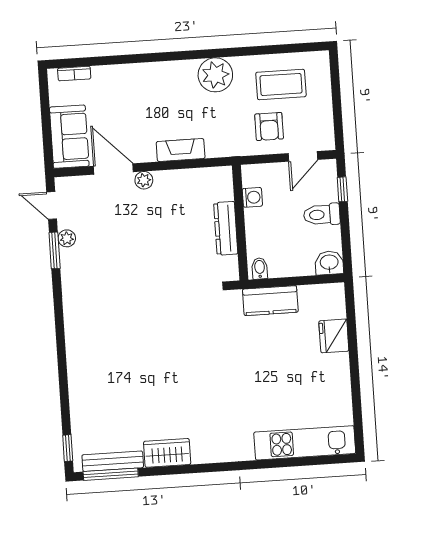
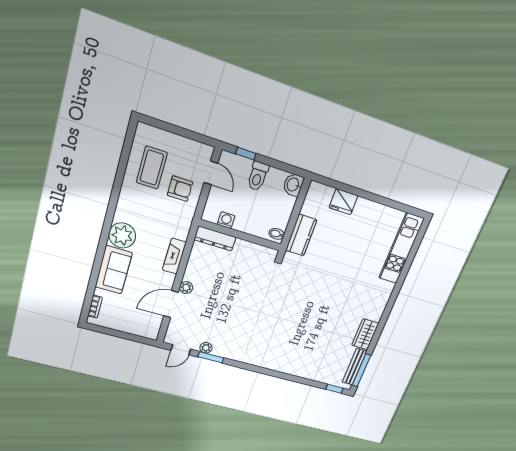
plant: (215, 75) -> (122, 235), moved
sofa: (69, 137) -> (114, 270), moved, turned 90
dresser: (226, 228) -> (215, 239), moved

